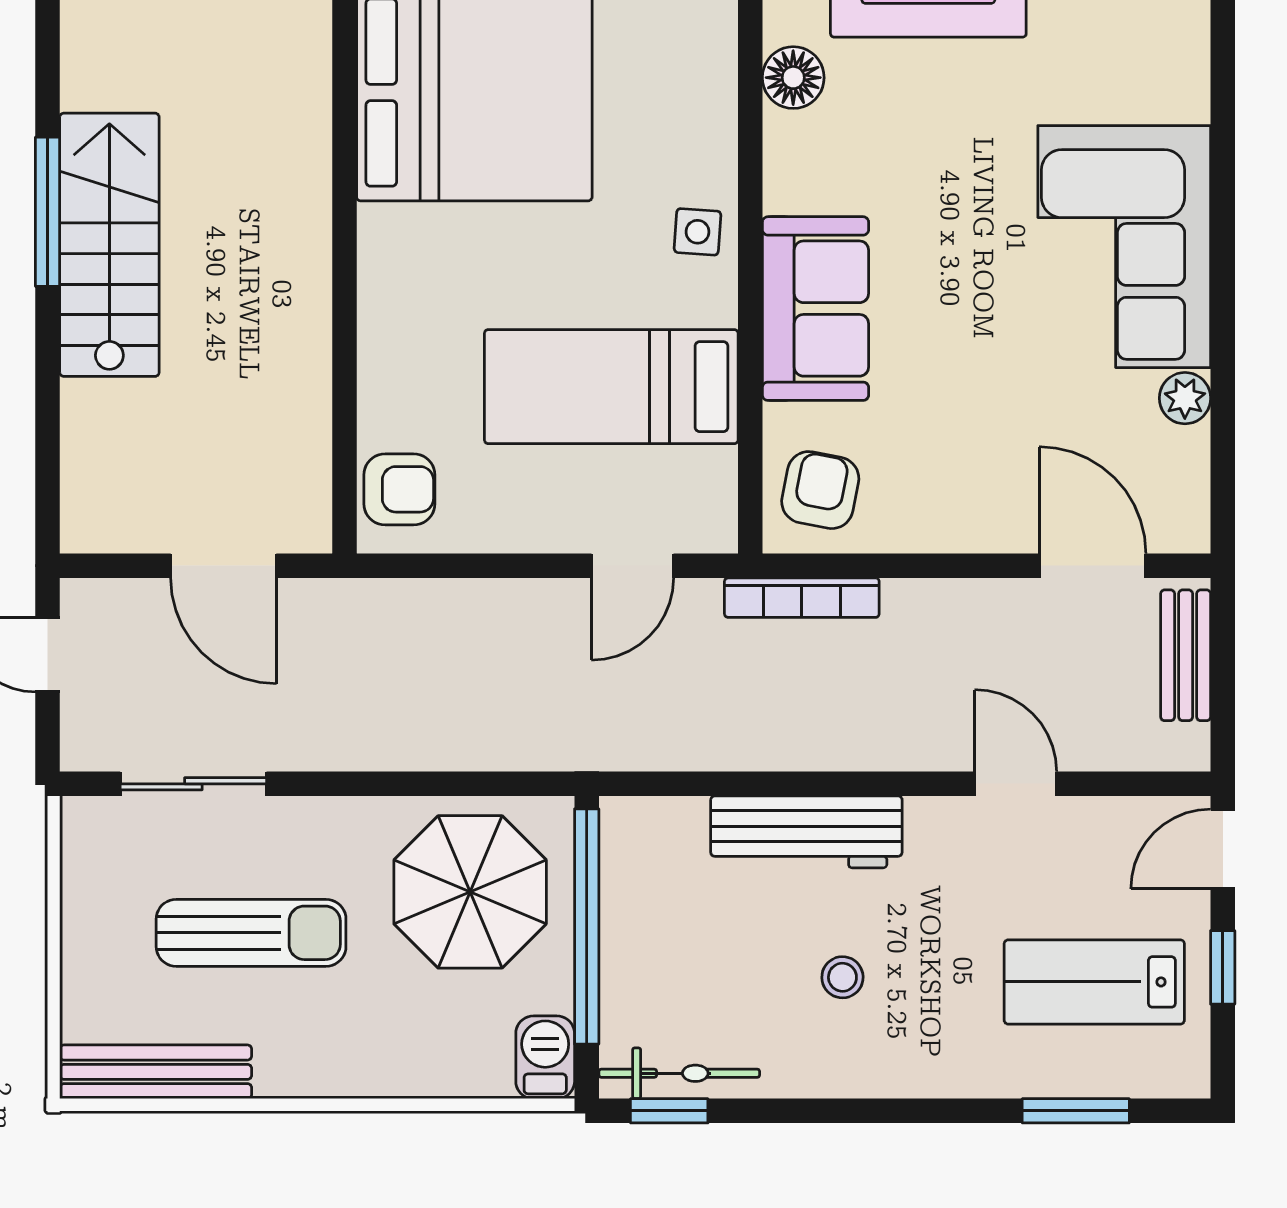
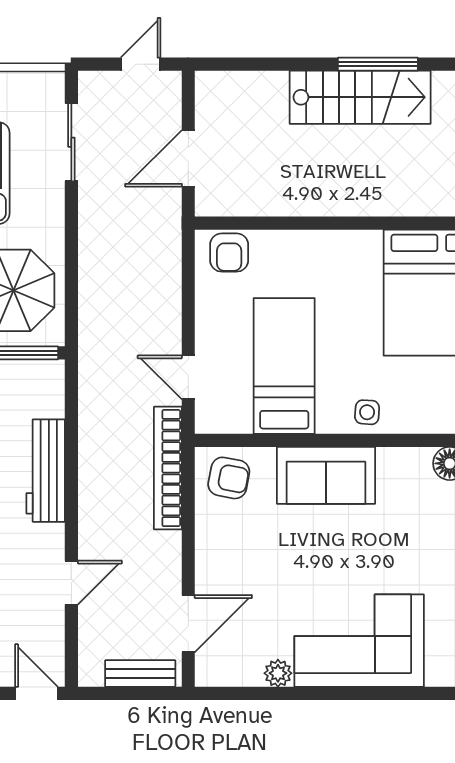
bookcase: (802, 598) -> (168, 468), width x1.48, depth x1.31

